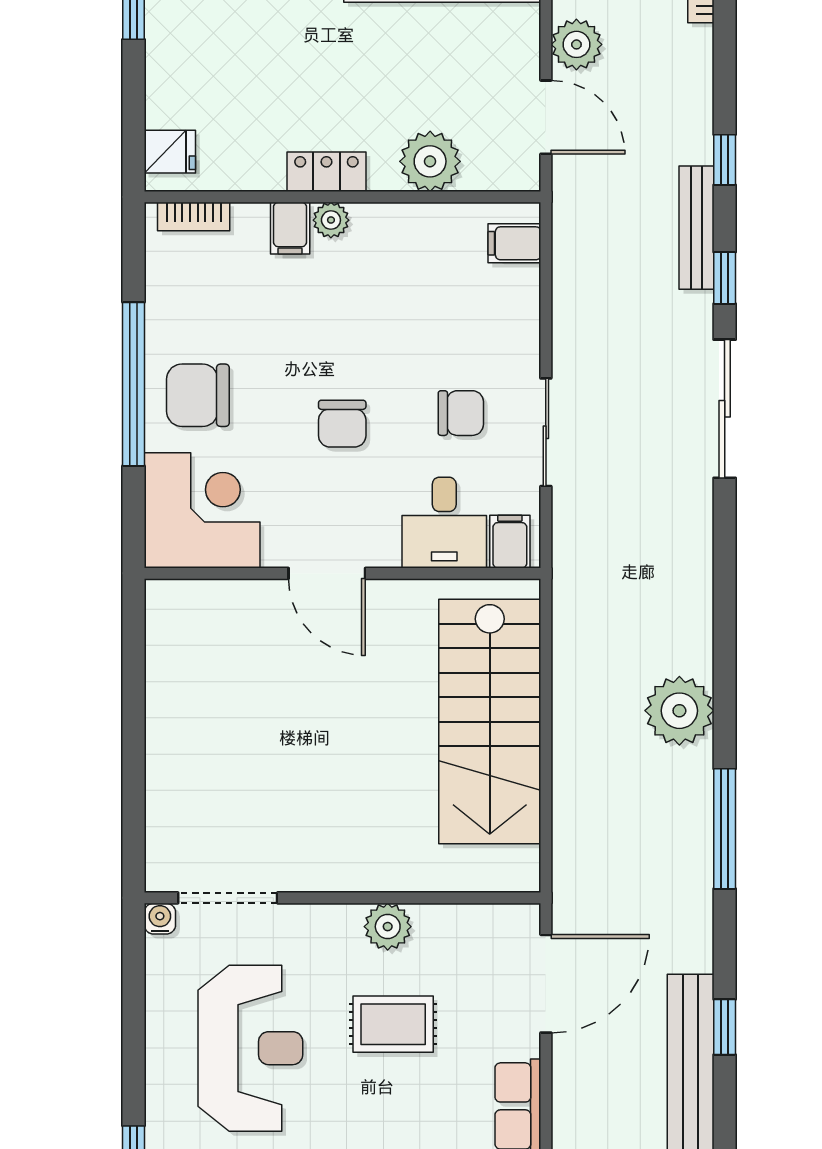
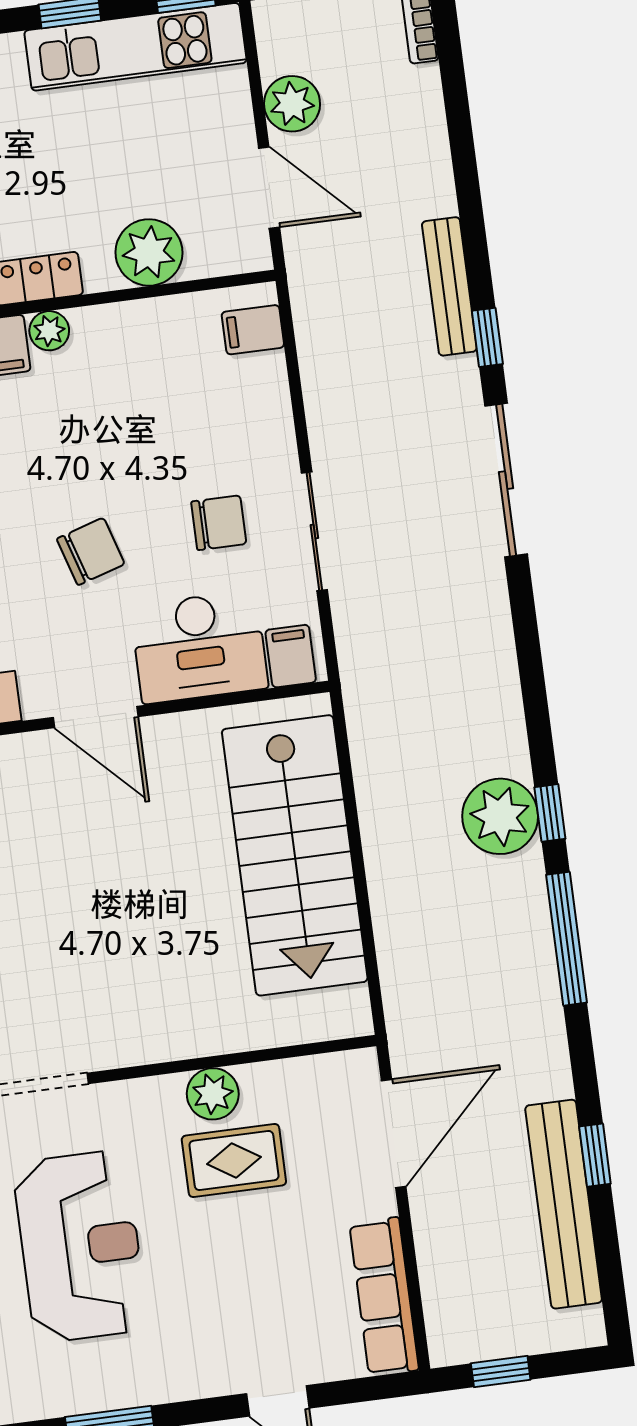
window: (725, 160) -> (550, 813), moved
chair: (342, 424) -> (91, 551), turned -107
desk: (444, 523) -> (199, 647), width x1.37
rug: (393, 1024) -> (234, 1161), moved

